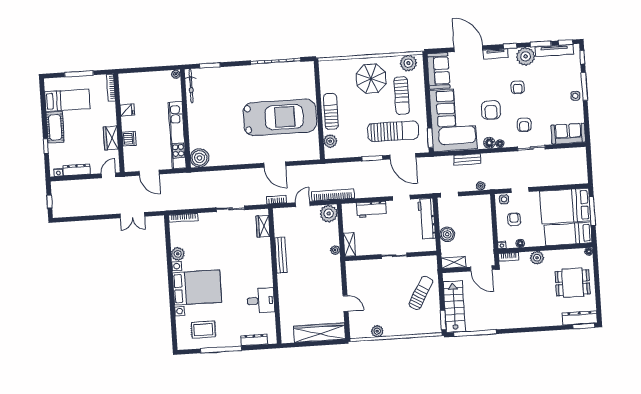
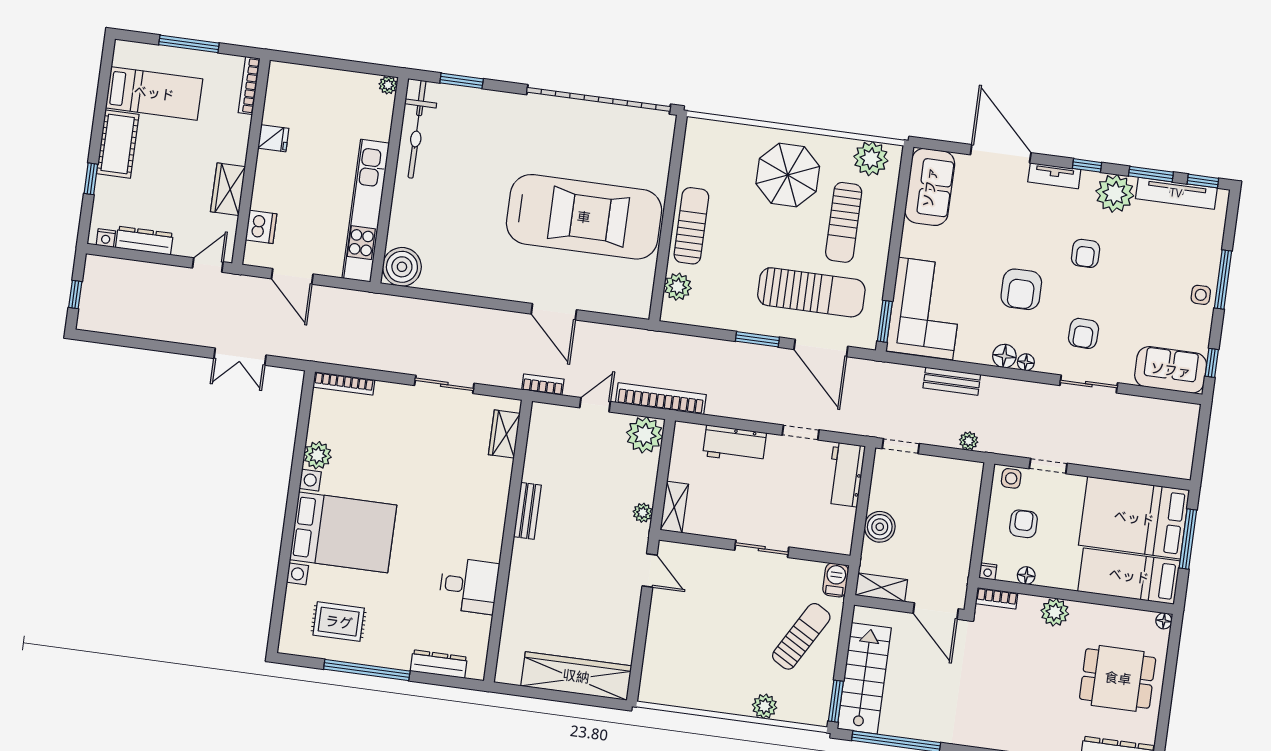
window: (582, 57) -> (1212, 363), moved
garage door: (276, 61) -> (599, 99), width x1.36
bicycle: (191, 86) -> (417, 129), width x1.37, depth x1.40
corner sofa: (453, 120) -> (925, 309), width x0.73, depth x0.74
dishwasher: (129, 139) -> (261, 227), moved
workbench: (427, 219) -> (846, 474), width x0.73
bench: (281, 255) -> (527, 511), width x0.73
barbecue: (432, 263) -> (836, 580), added
door: (346, 303) -> (650, 570), moved
plant: (377, 331) -> (765, 706), moved

